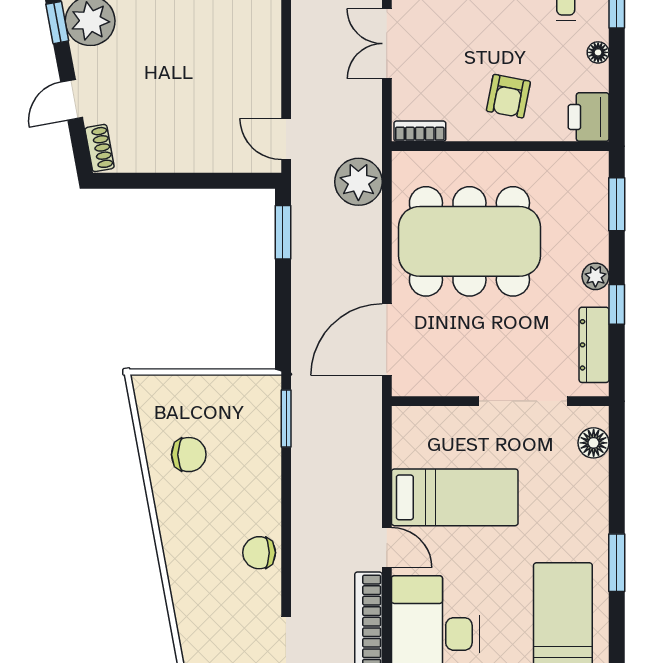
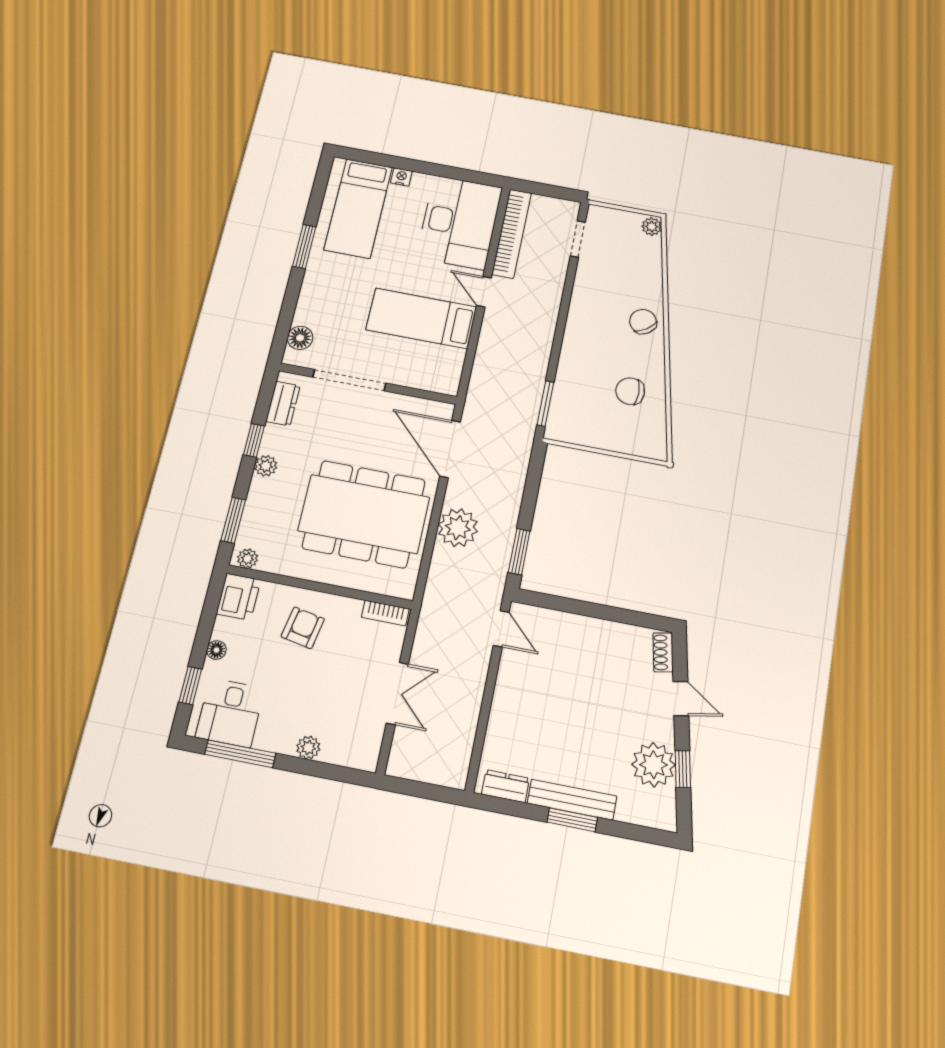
door: (72, 100) -> (681, 699), hinge flipped
plant: (589, 163) -> (248, 559), added
plant: (358, 182) -> (458, 528), moved
door: (387, 340) -> (450, 449), swing flipped
dresser: (594, 345) -> (283, 404), width x0.70
chair: (259, 553) -> (643, 322), moved, turned -125

